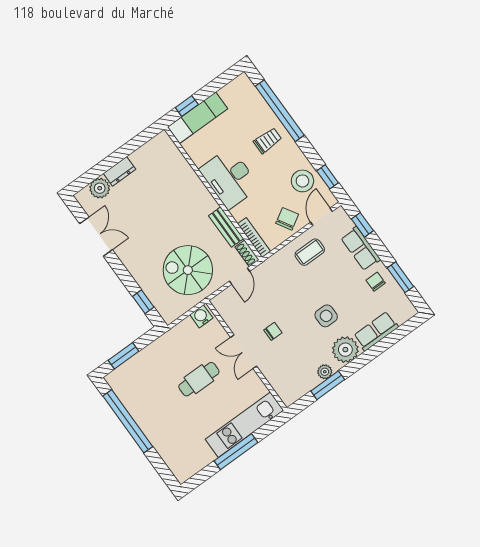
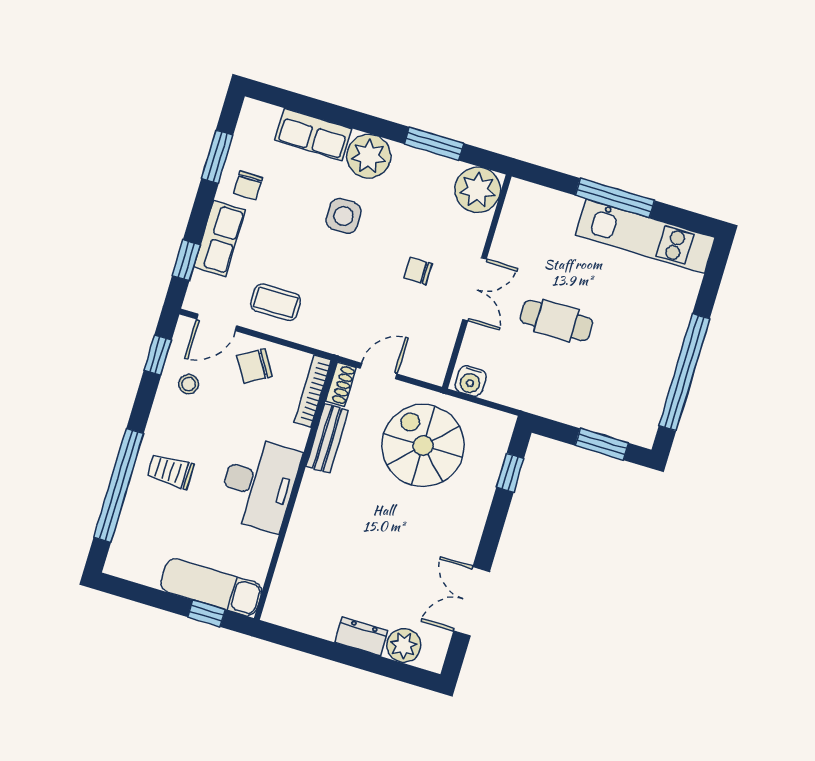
stool: (302, 181) -> (189, 384), width x0.53, depth x0.53
spiral stairs: (188, 270) -> (423, 446), turned 180
plant: (325, 372) -> (478, 190), moved, width x1.88, depth x1.88
kitchen unit: (244, 425) -> (645, 236), moved

